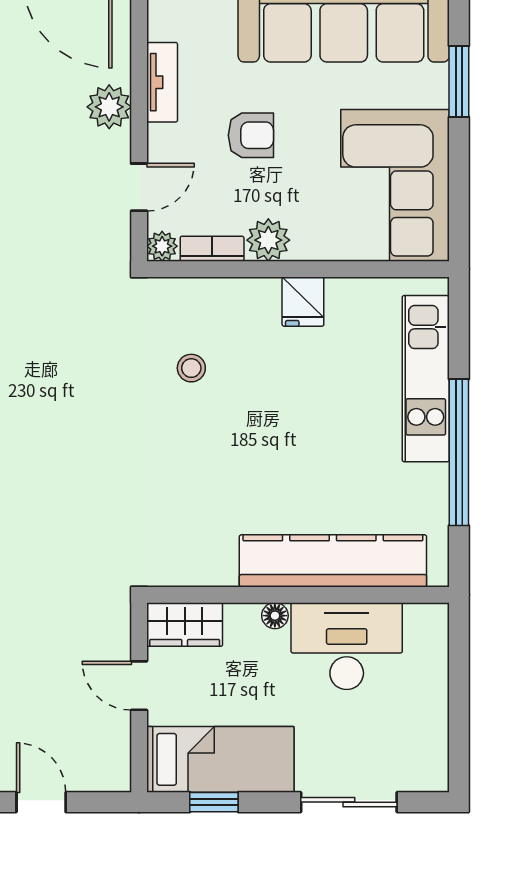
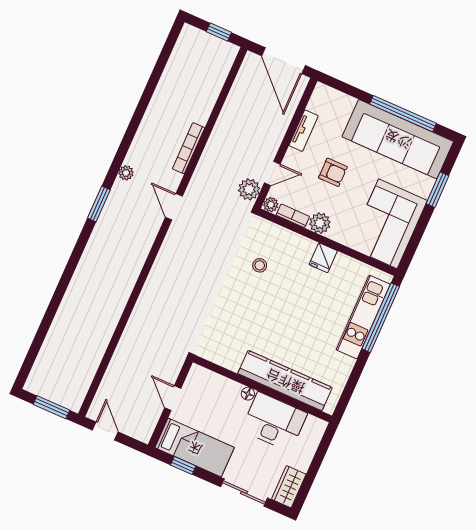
plant: (109, 107) -> (249, 189), moved
window: (459, 452) -> (381, 318), moved
wardrobe: (185, 624) -> (289, 487), moved, turned 90

